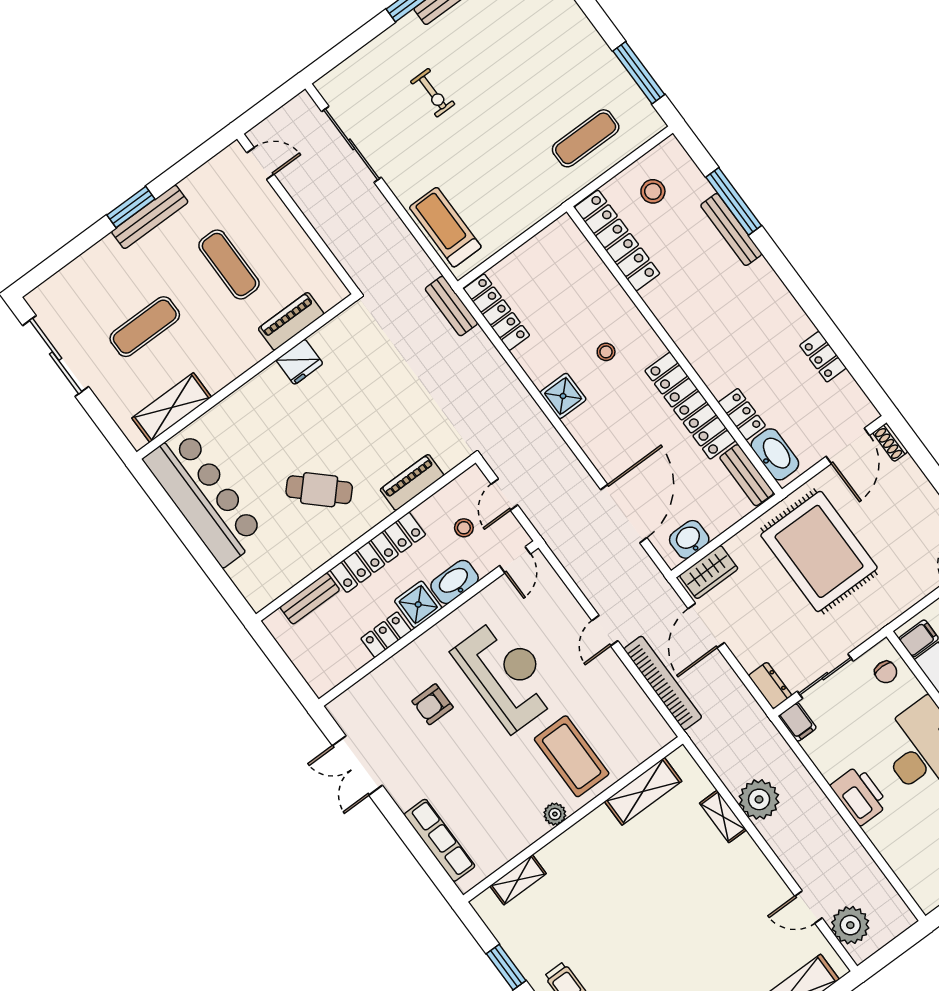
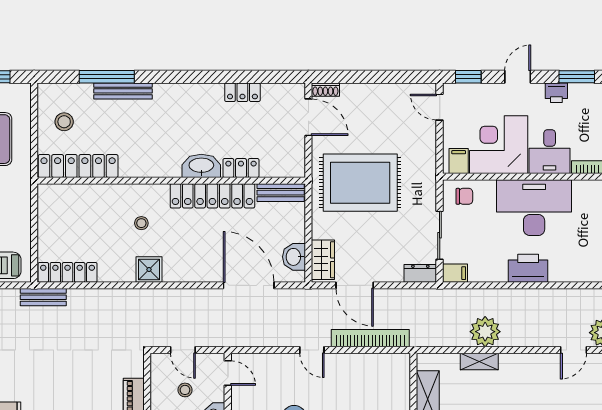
washbasin: (775, 454) -> (201, 166), moved

